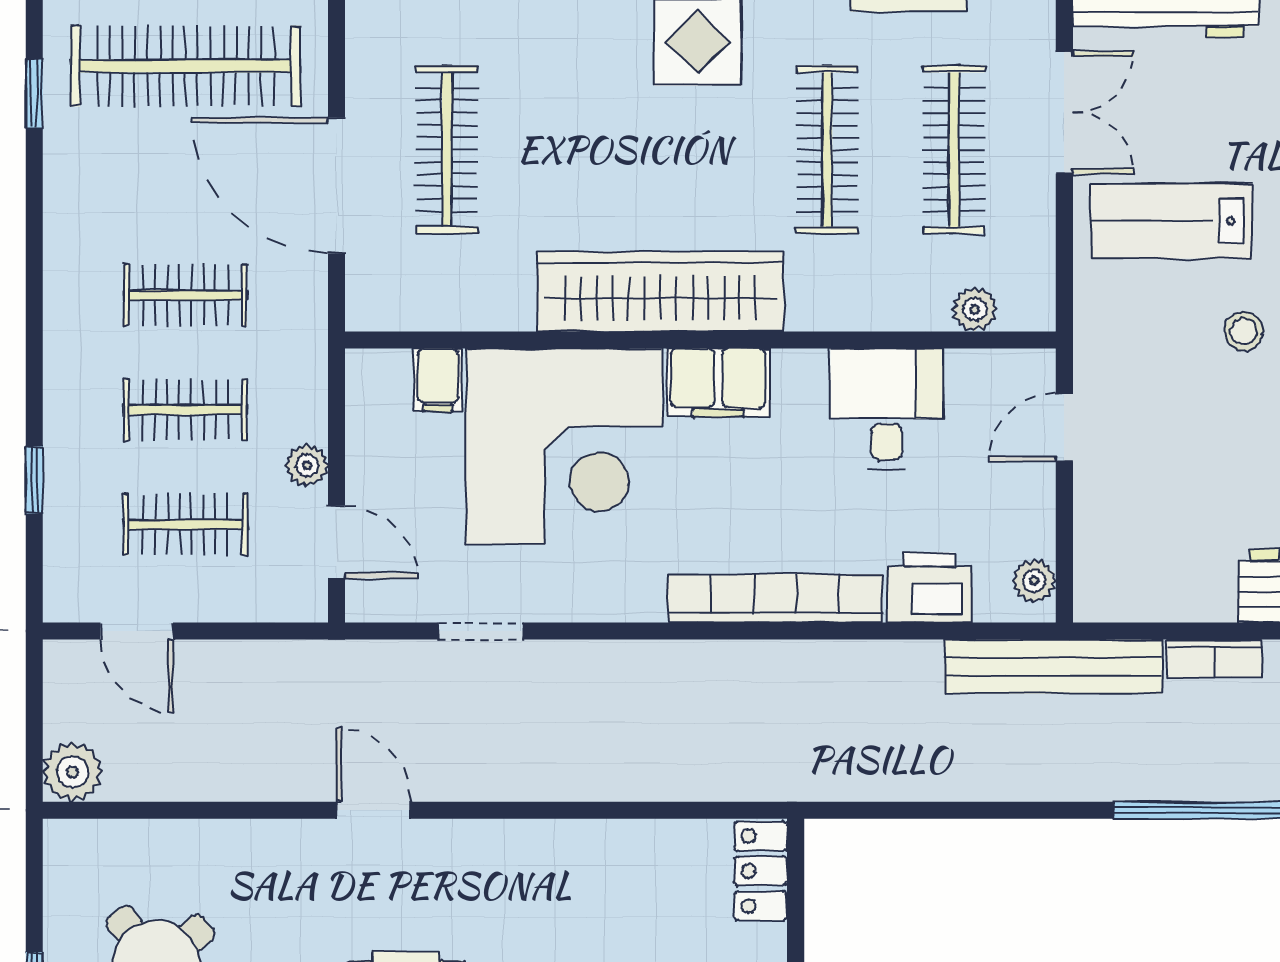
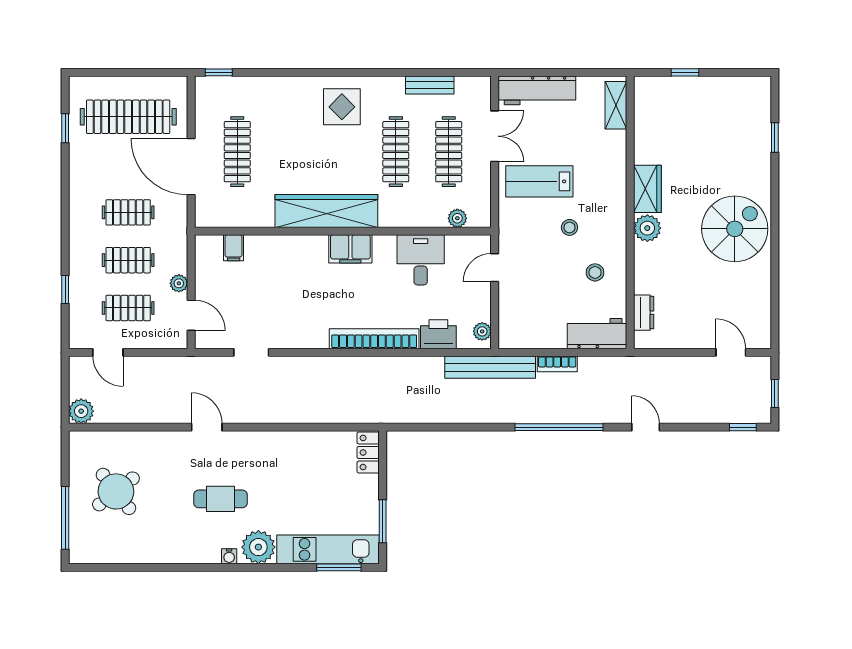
corner desk: (564, 446) -> (286, 275), removed

